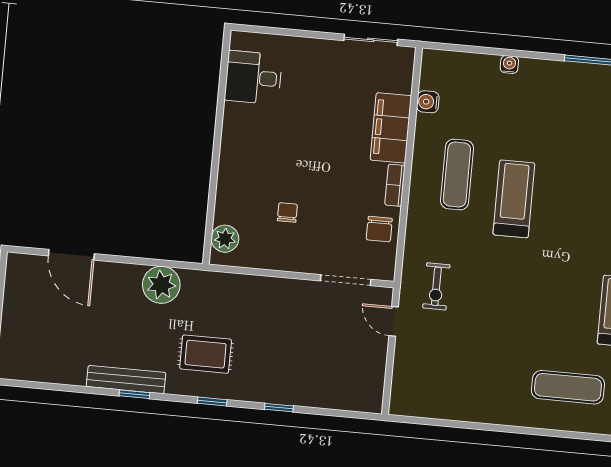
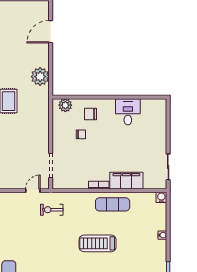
desk: (253, 78) -> (128, 112), moved
water cooler: (428, 102) -> (161, 197), moved
exercise mat: (457, 175) -> (113, 204), moved
treadmill: (514, 199) -> (98, 243), turned 180
chair: (379, 229) -> (91, 114), moved

